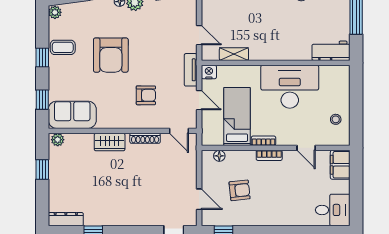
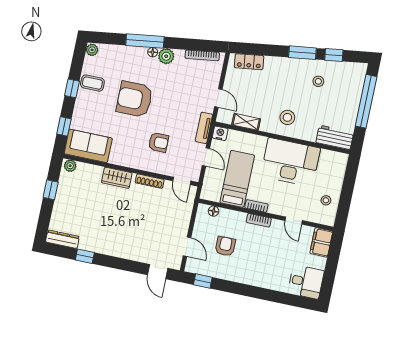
stool: (276, 40) -> (287, 117), added
armchair: (111, 55) -> (135, 99), turned 90
armchair: (240, 190) -> (225, 246), turned -84

